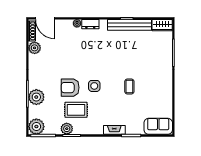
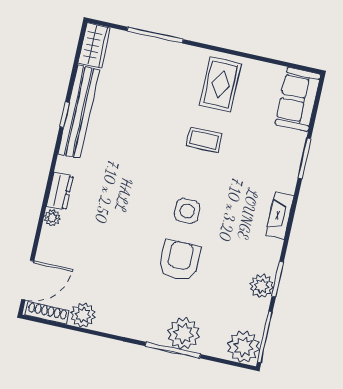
armchair: (70, 88) -> (180, 260), turned 180
rug: (76, 110) -> (220, 84), moved
fireplace: (114, 130) -> (280, 216), moved

